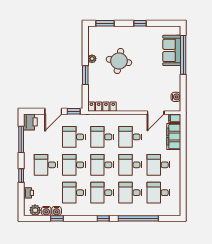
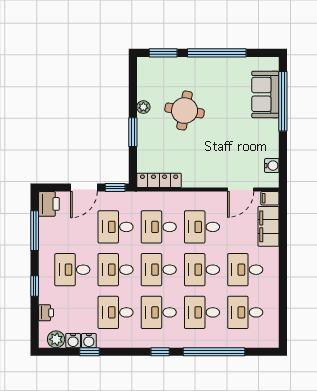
window: (140, 23) -> (217, 53), width x3.17

